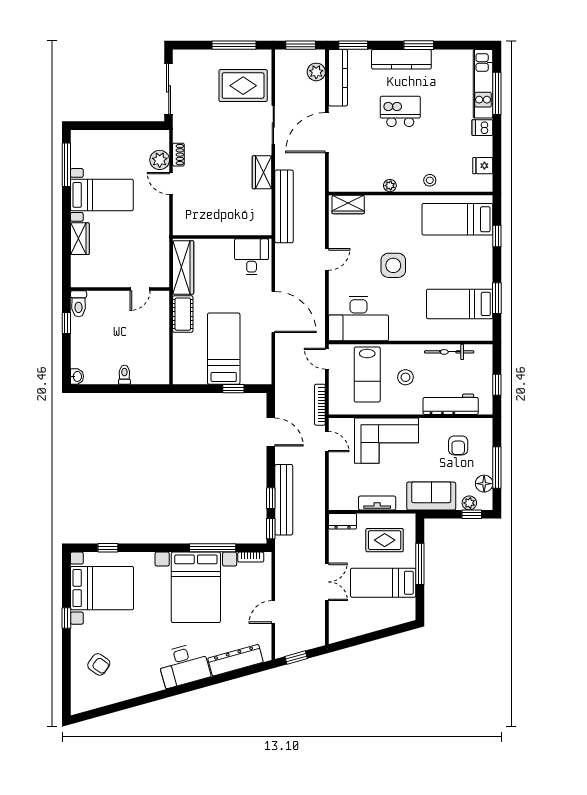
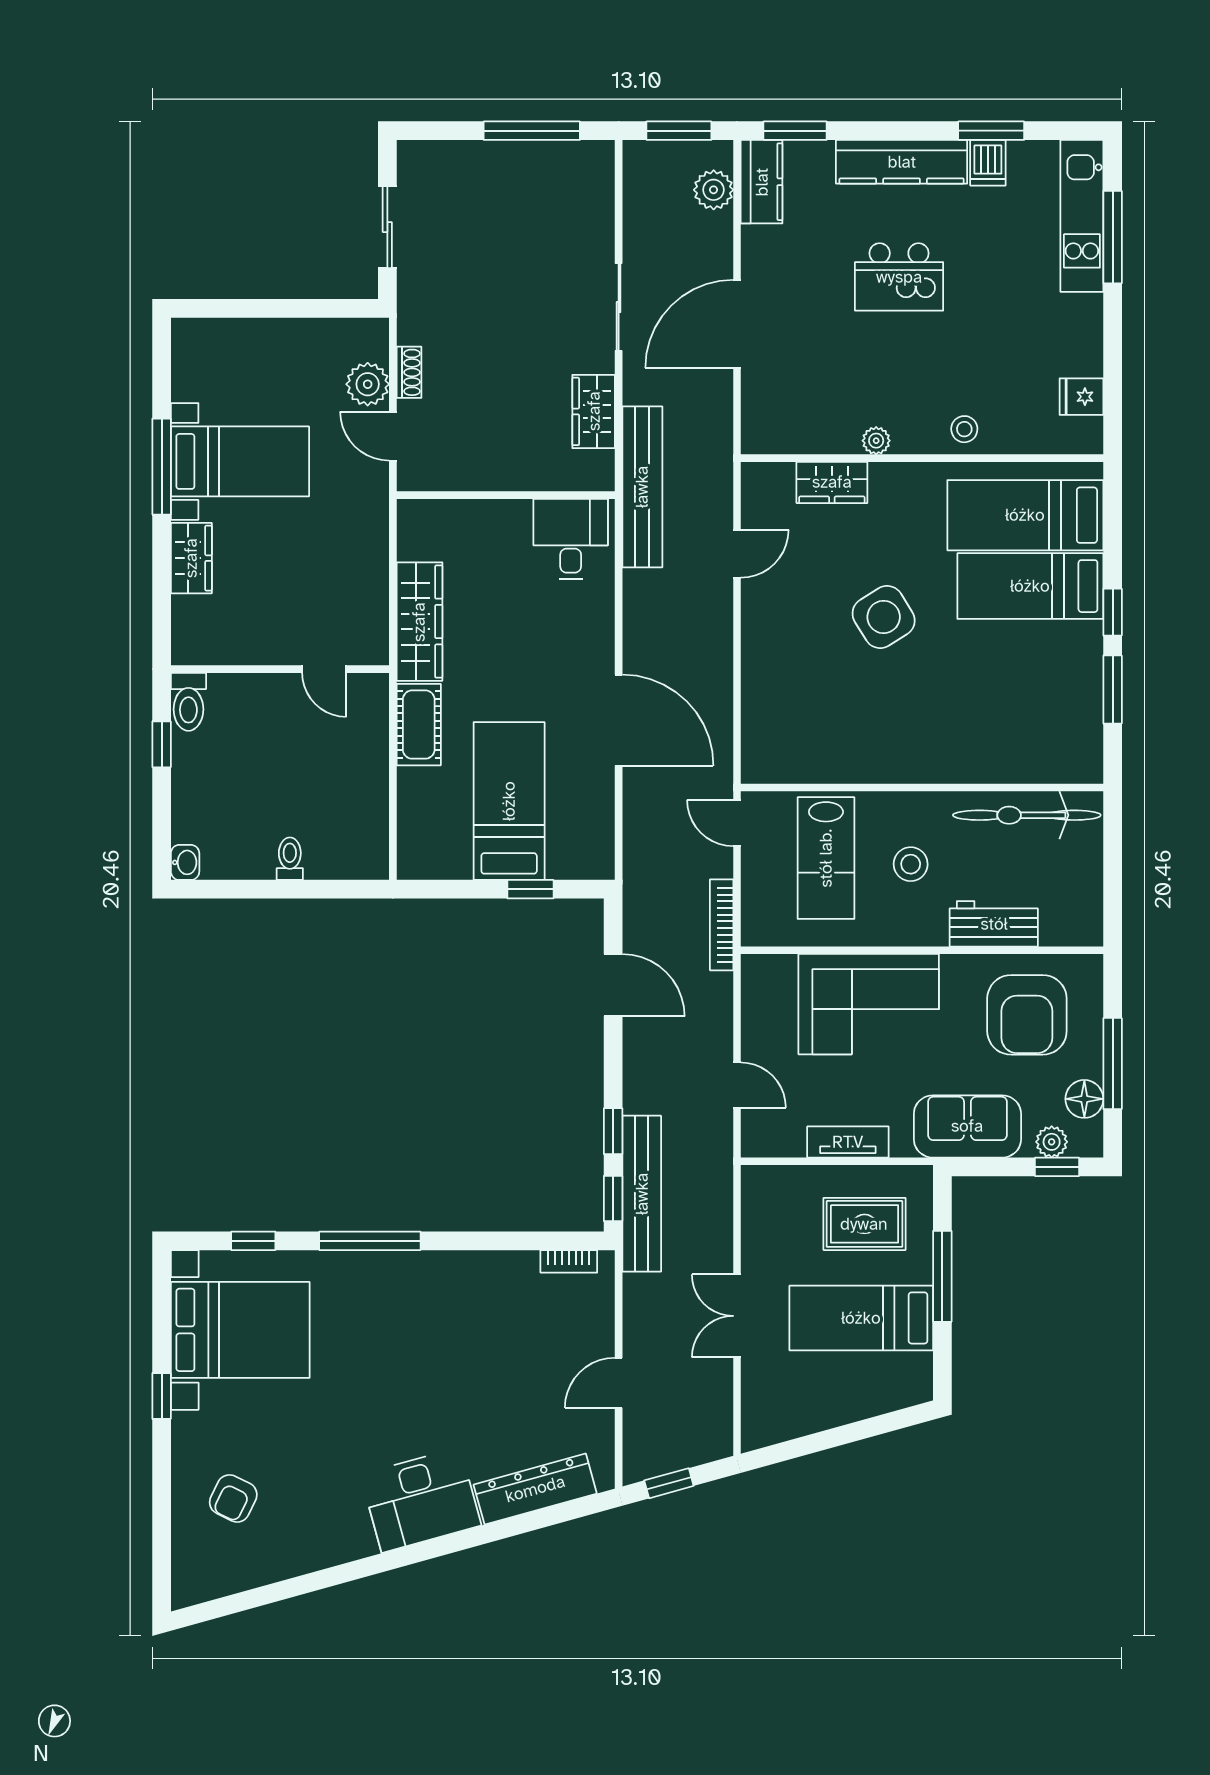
window: (419, 45) -> (991, 131), moved
kitchen counter: (338, 78) -> (762, 182), width x0.67
rug: (243, 86) -> (552, 220), removed
sliding door: (169, 89) -> (387, 227), width x0.73
kitchen island: (400, 111) -> (899, 277), turned 180
dishwasher: (482, 128) -> (988, 163), moved, turned -90
window: (66, 165) -> (162, 467), moved
wardrobe: (348, 204) -> (832, 482), moved
window: (497, 236) -> (1113, 612), moved
wall: (222, 237) -> (506, 495), moved
desk: (252, 257) -> (571, 539), moved
door: (327, 259) -> (737, 554), moved
side table: (393, 265) -> (884, 617), turned -32
door: (140, 289) -> (324, 669), hinge flipped
bed: (460, 304) -> (1030, 586), moved
desk: (358, 318) -> (807, 734), removed
bicycle: (449, 352) -> (1027, 815), width x1.37, depth x1.40
window: (497, 385) -> (1113, 881), removed
workbench: (451, 404) -> (994, 924), width x0.73
door: (327, 442) -> (737, 1085), moved
armchair: (458, 445) -> (1027, 1015), width x1.88, depth x1.88
bench: (284, 500) -> (642, 1194), moved
dresser: (343, 521) -> (772, 1182), removed
window: (213, 548) -> (370, 1241), moved
double door: (327, 582) -> (737, 1316), swing flipped
bed with nightstands: (196, 587) -> (448, 1328), removed
armchair: (99, 664) -> (233, 1498), turned 81

